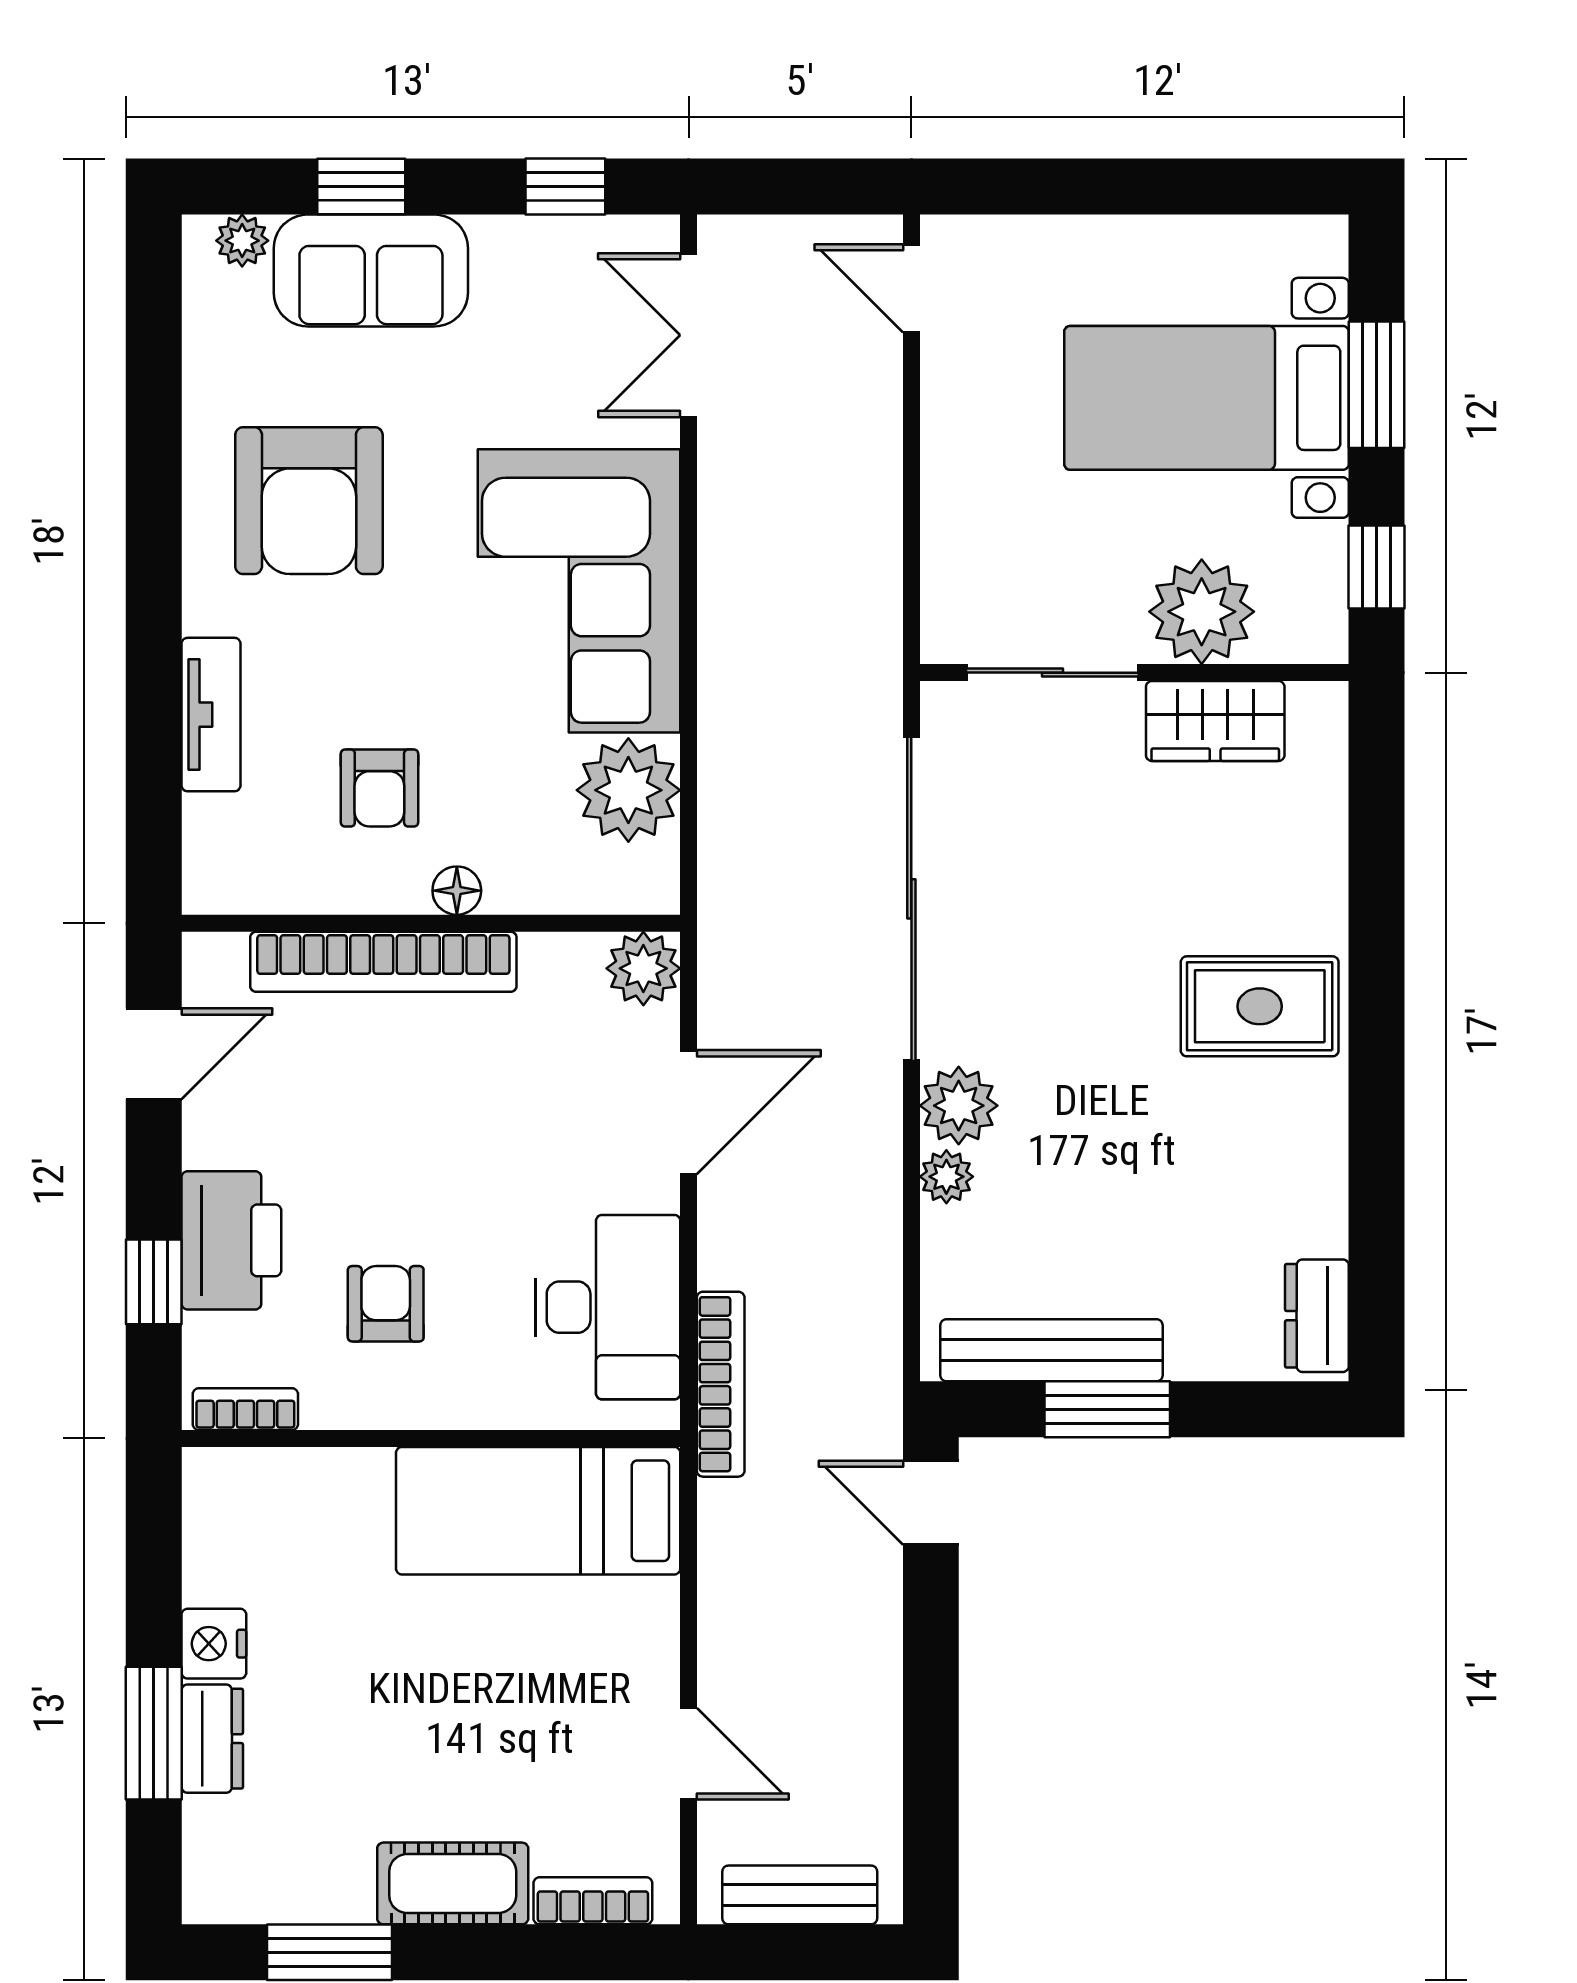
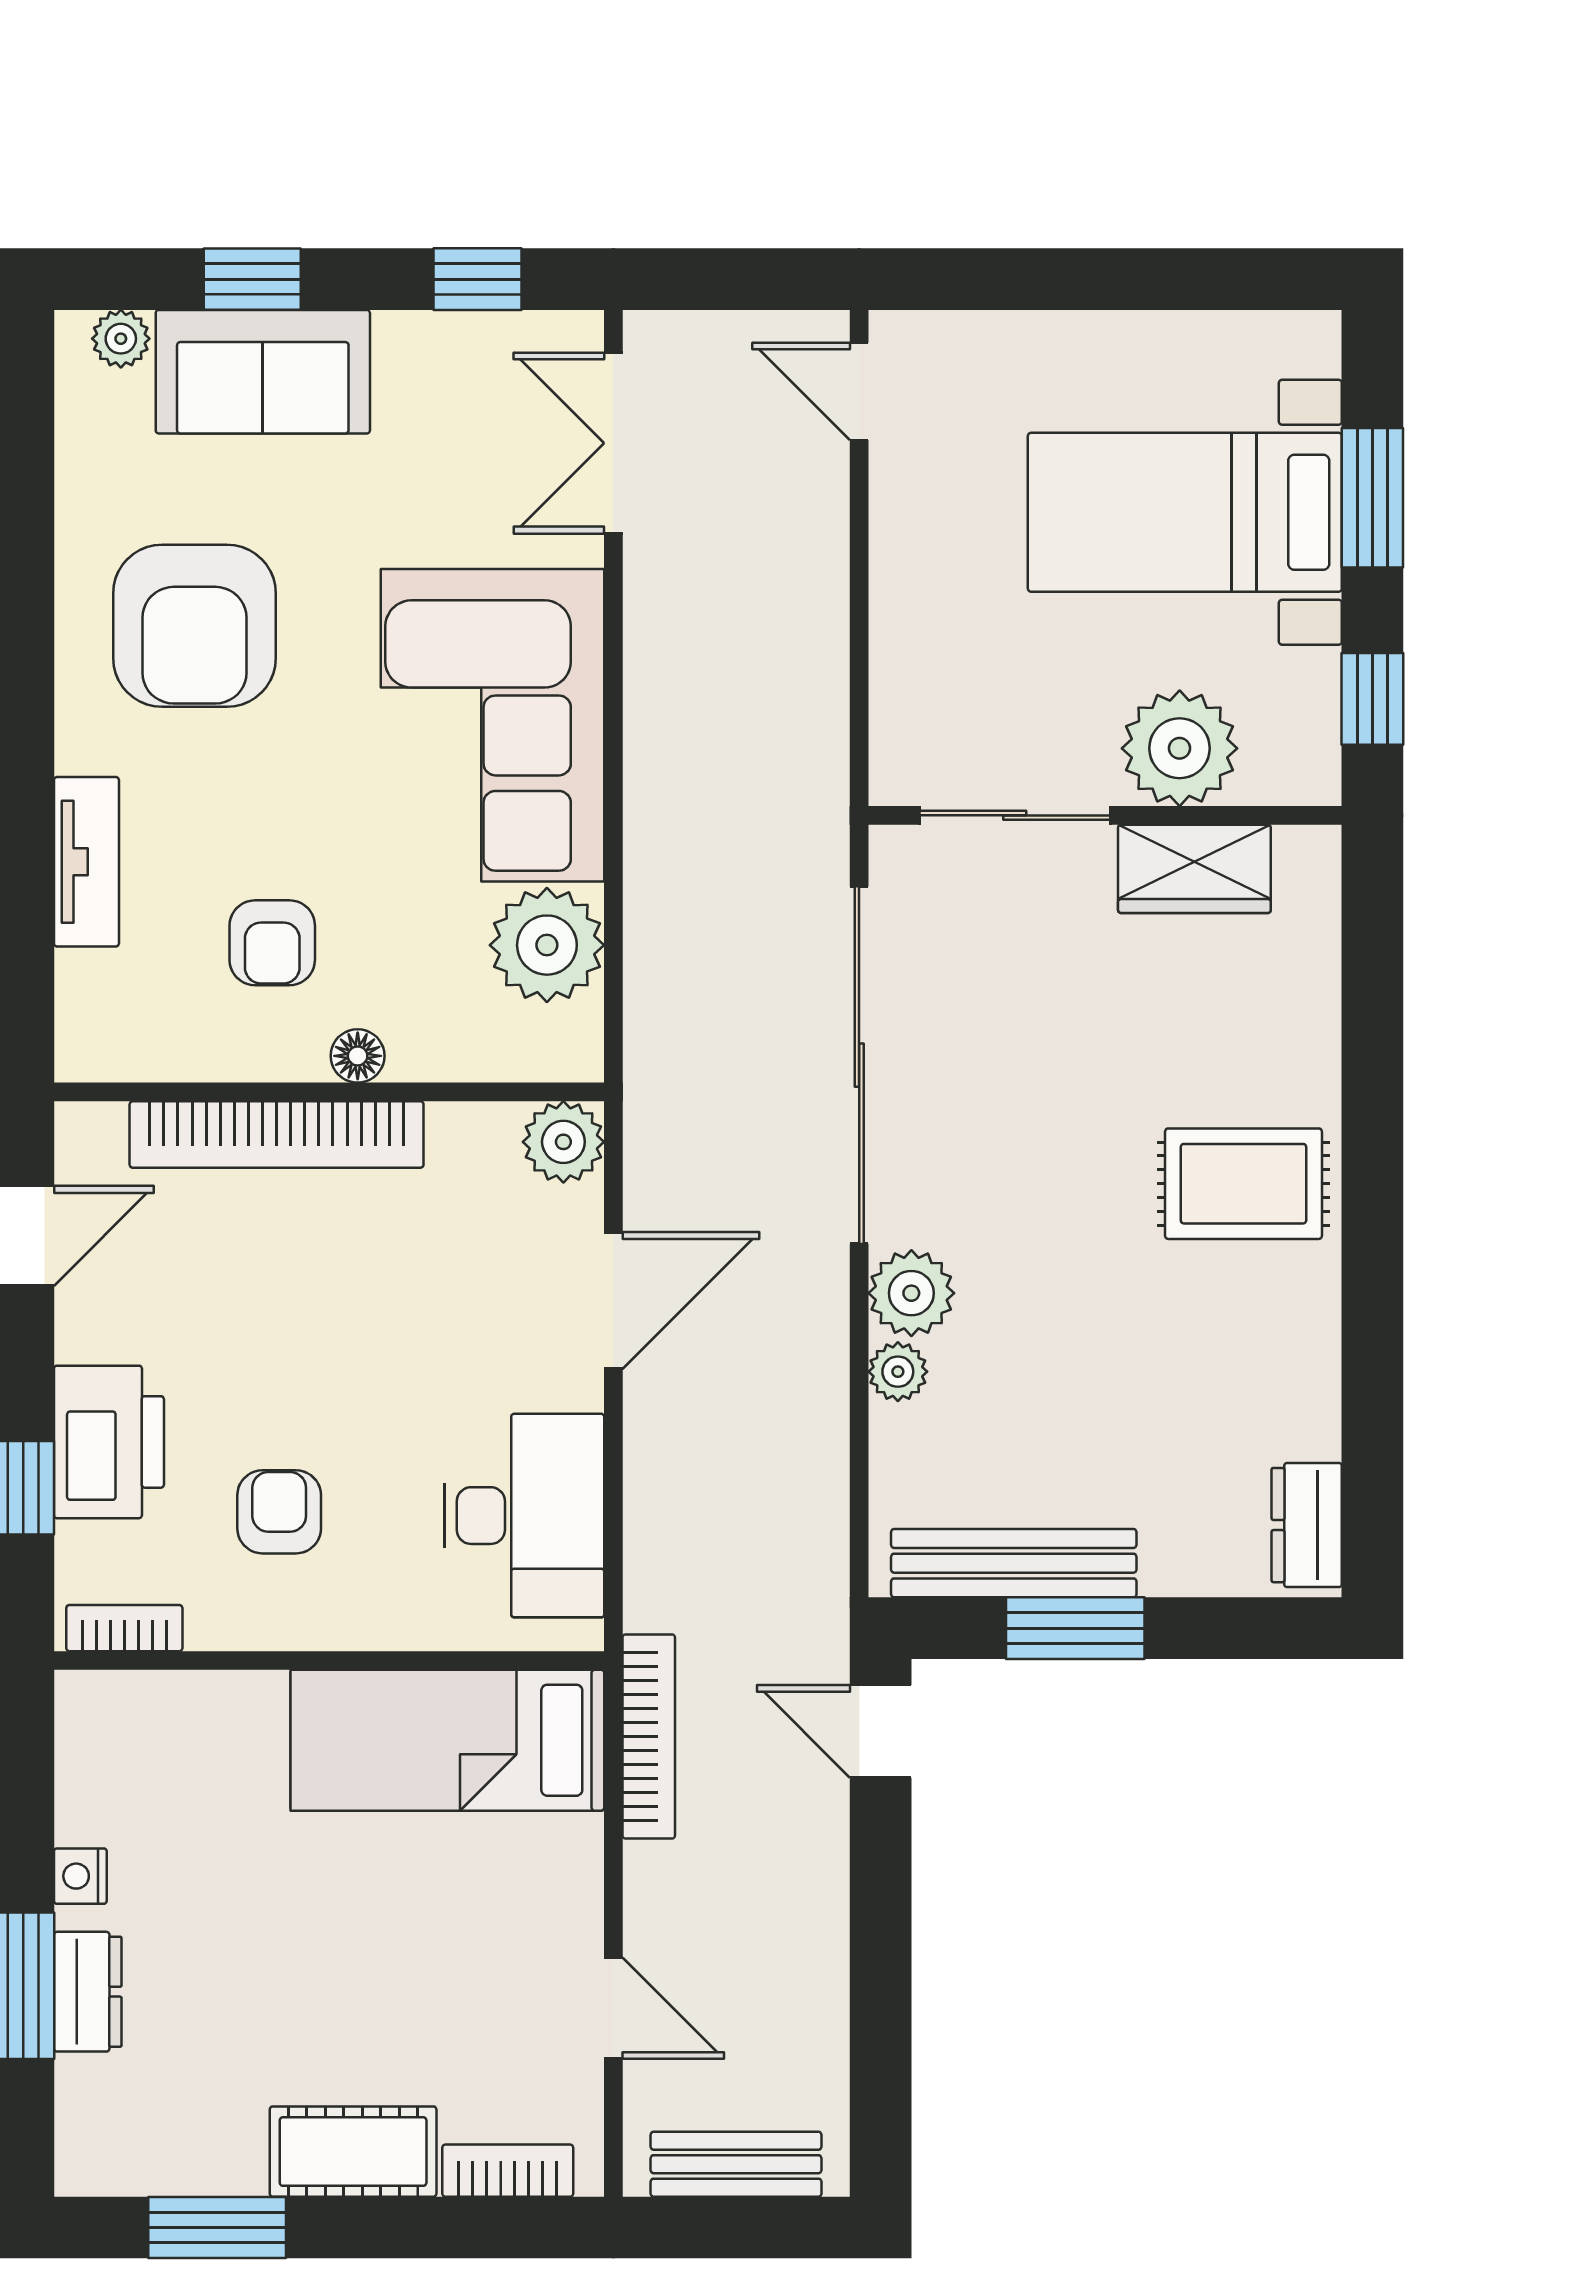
bookcase: (721, 1384) -> (649, 1736), moved
nightstand: (214, 1644) -> (80, 1876), width x0.72, depth x0.74

